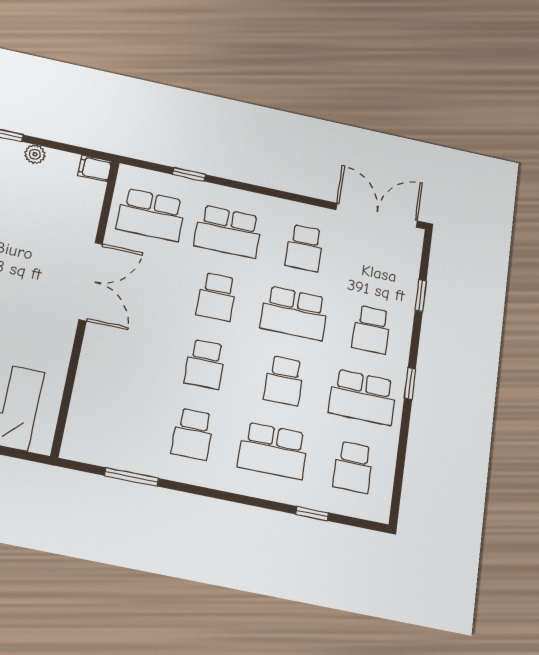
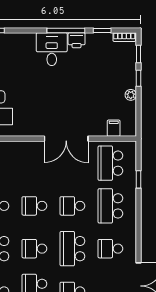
filing cabinet: (95, 168) -> (114, 128), moved

